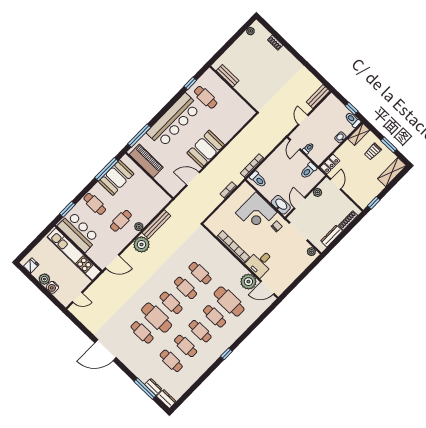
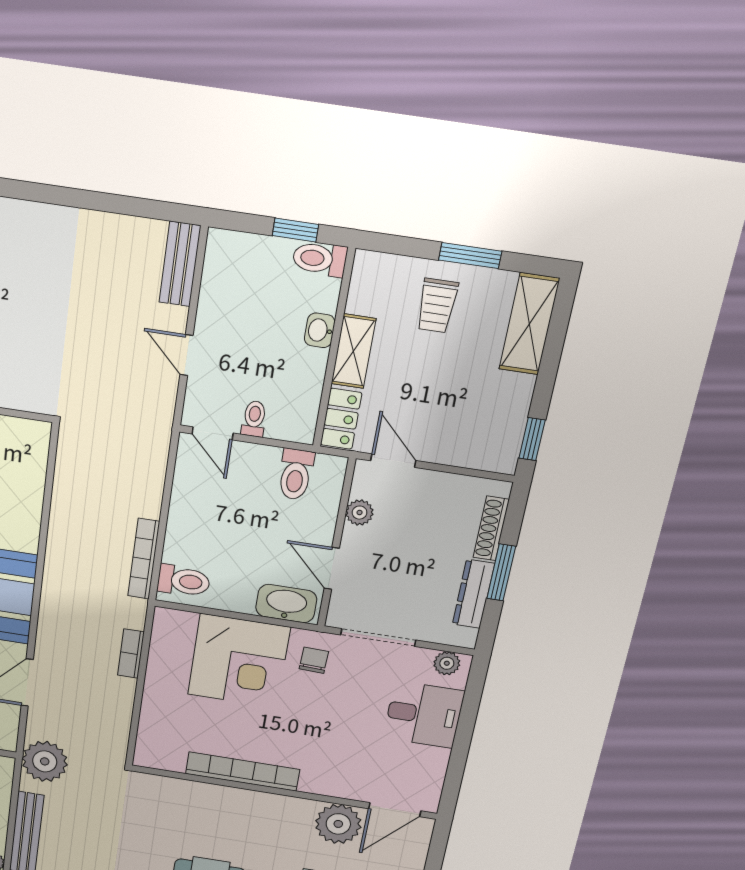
shelving: (359, 134) -> (353, 351), moved
plant: (179, 206) -> (45, 761), added
window: (343, 235) -> (501, 572), added
desk: (260, 263) -> (424, 715), moved, turned -90

